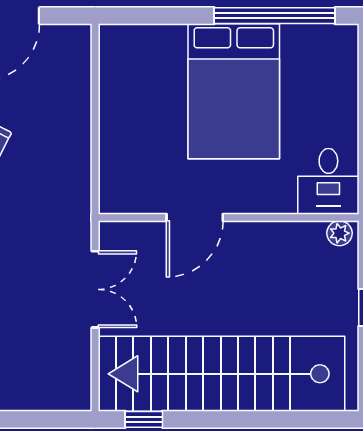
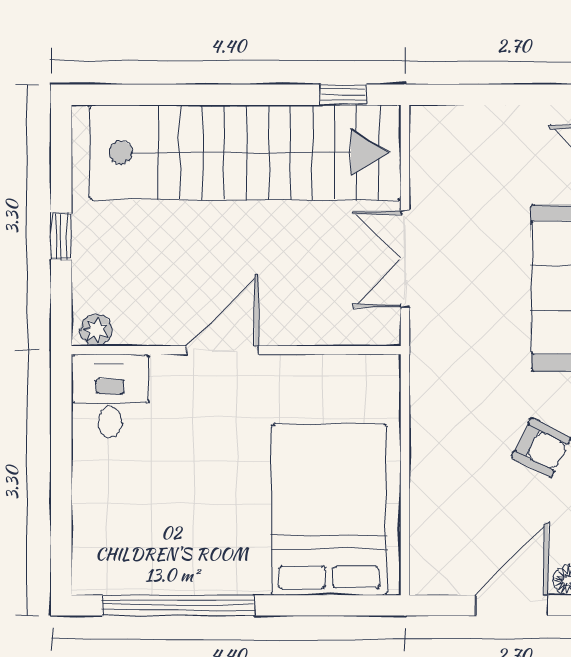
bed: (234, 91) -> (329, 510), moved
door: (195, 217) -> (222, 350), moved

